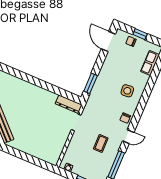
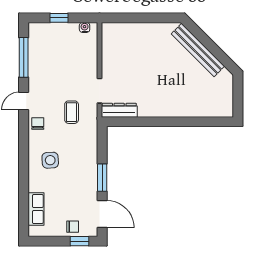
window: (140, 34) -> (80, 241), moved
window: (91, 83) -> (102, 178), moved
coffee table: (101, 143) -> (72, 112), moved

